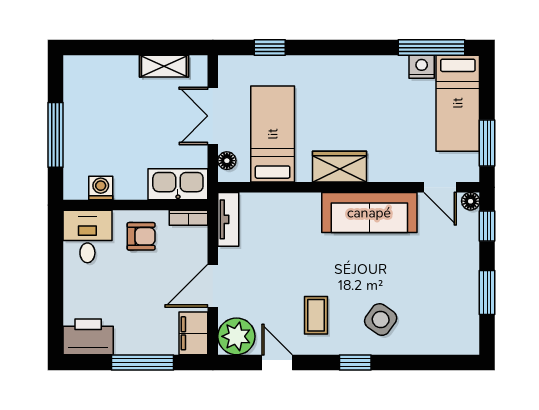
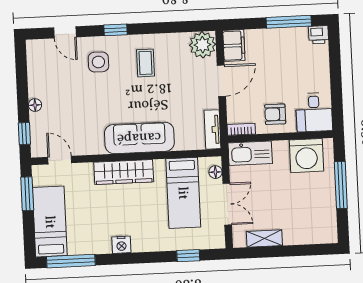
nightstand: (422, 67) -> (121, 245), moved
wardrobe: (340, 167) -> (124, 172), width x1.50
washing machine: (101, 188) -> (306, 156), width x1.89, depth x1.89
floor lamp: (471, 201) -> (35, 105), moved
sofa: (369, 213) -> (139, 138), moved
window: (487, 292) -> (22, 85), removed
side table: (381, 320) -> (98, 62), turned -35
printer: (88, 337) -> (318, 35), width x0.53, depth x0.68
window: (142, 362) -> (289, 22), moved
door: (277, 362) -> (65, 32), moved

